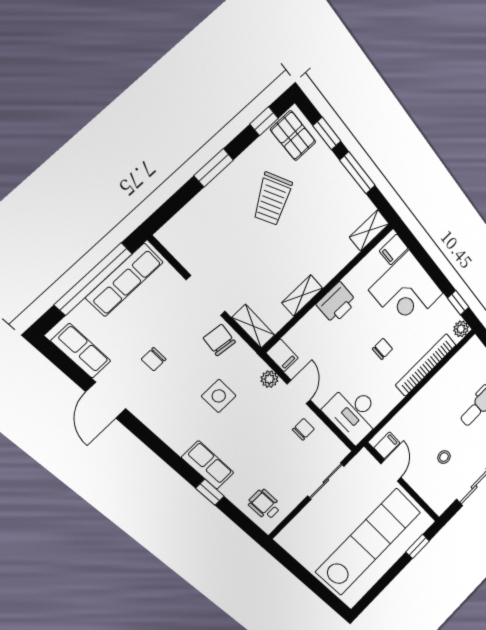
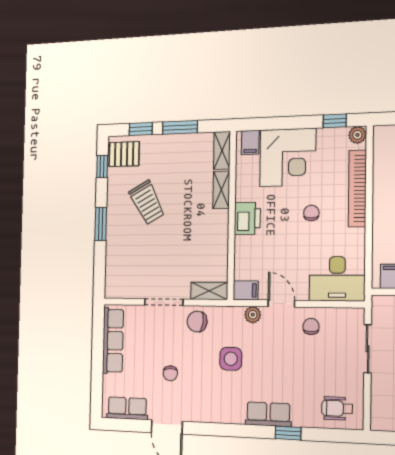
window: (93, 279) -> (97, 358), removed
shelving: (302, 295) -> (221, 190), moved

